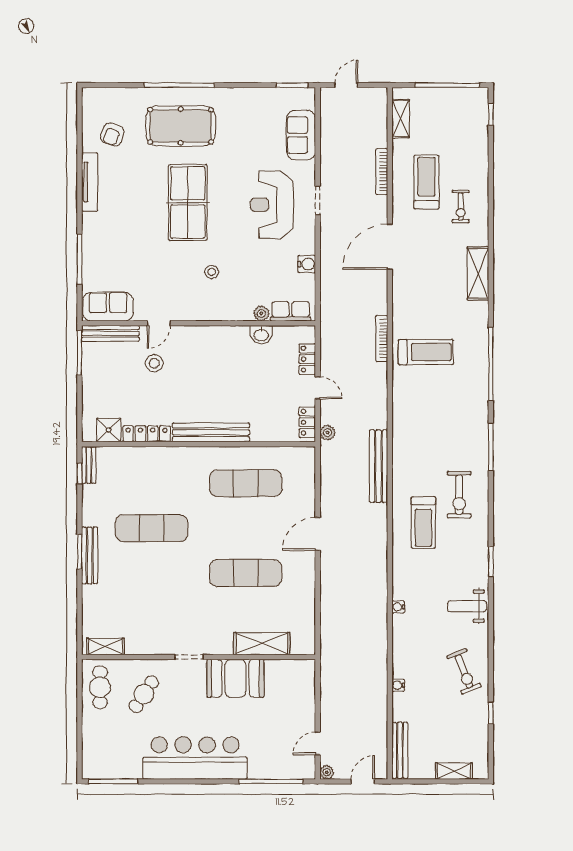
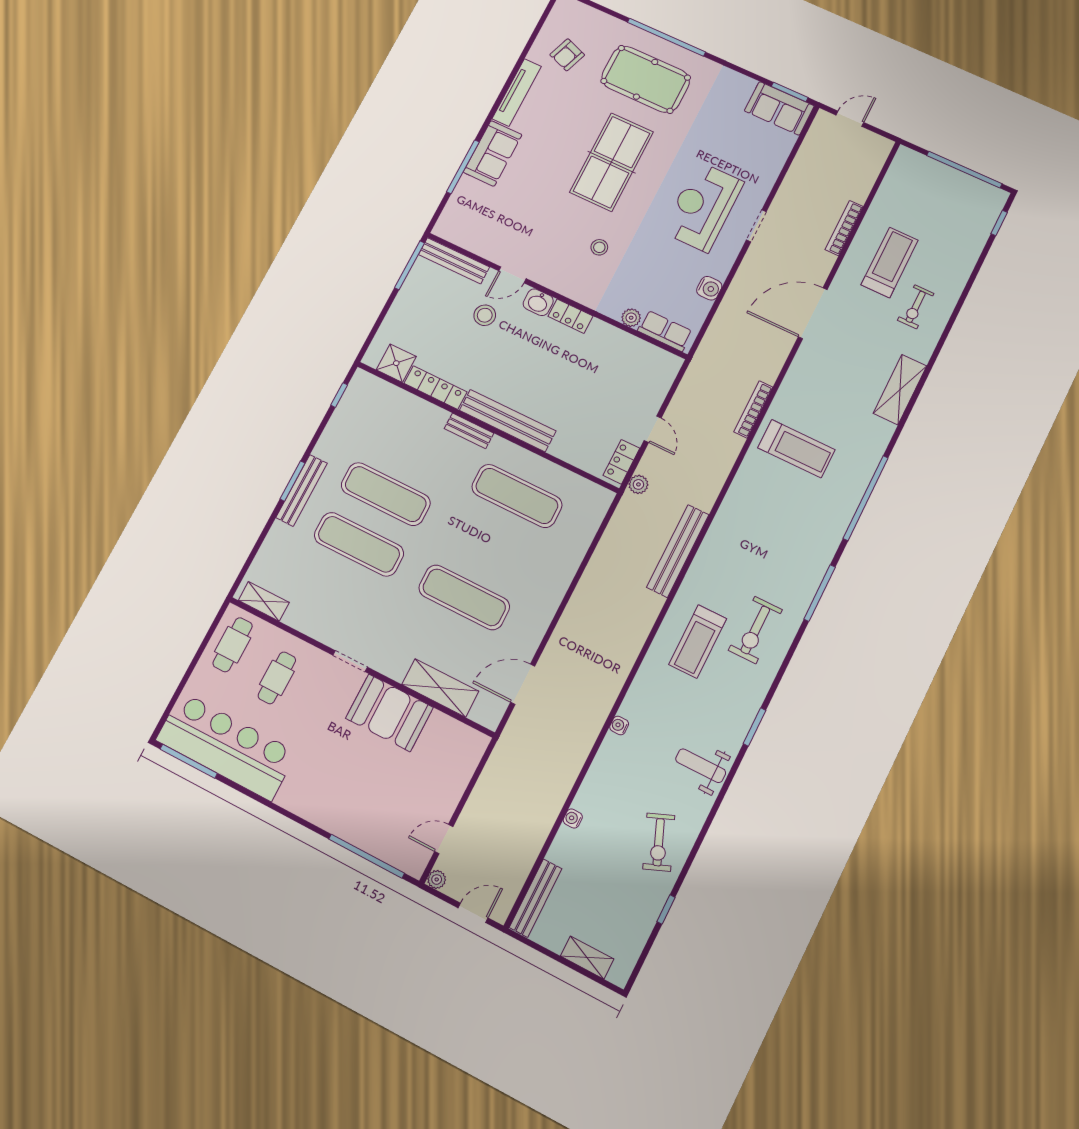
shelving: (401, 119) -> (894, 181), removed
sofa: (301, 135) -> (779, 108), moved, turned -90
sofa: (108, 307) -> (493, 153), moved, turned 90
washbasin: (261, 335) -> (538, 302), moved
locker: (307, 359) -> (570, 316), moved, turned -90
bench: (89, 465) -> (469, 431), moved, turned 90
door: (318, 534) -> (523, 684), moved
exercise mat: (152, 573) -> (359, 544), added
cafe table: (144, 694) -> (277, 678), turned -33
bar counter: (195, 758) -> (226, 746), moved

